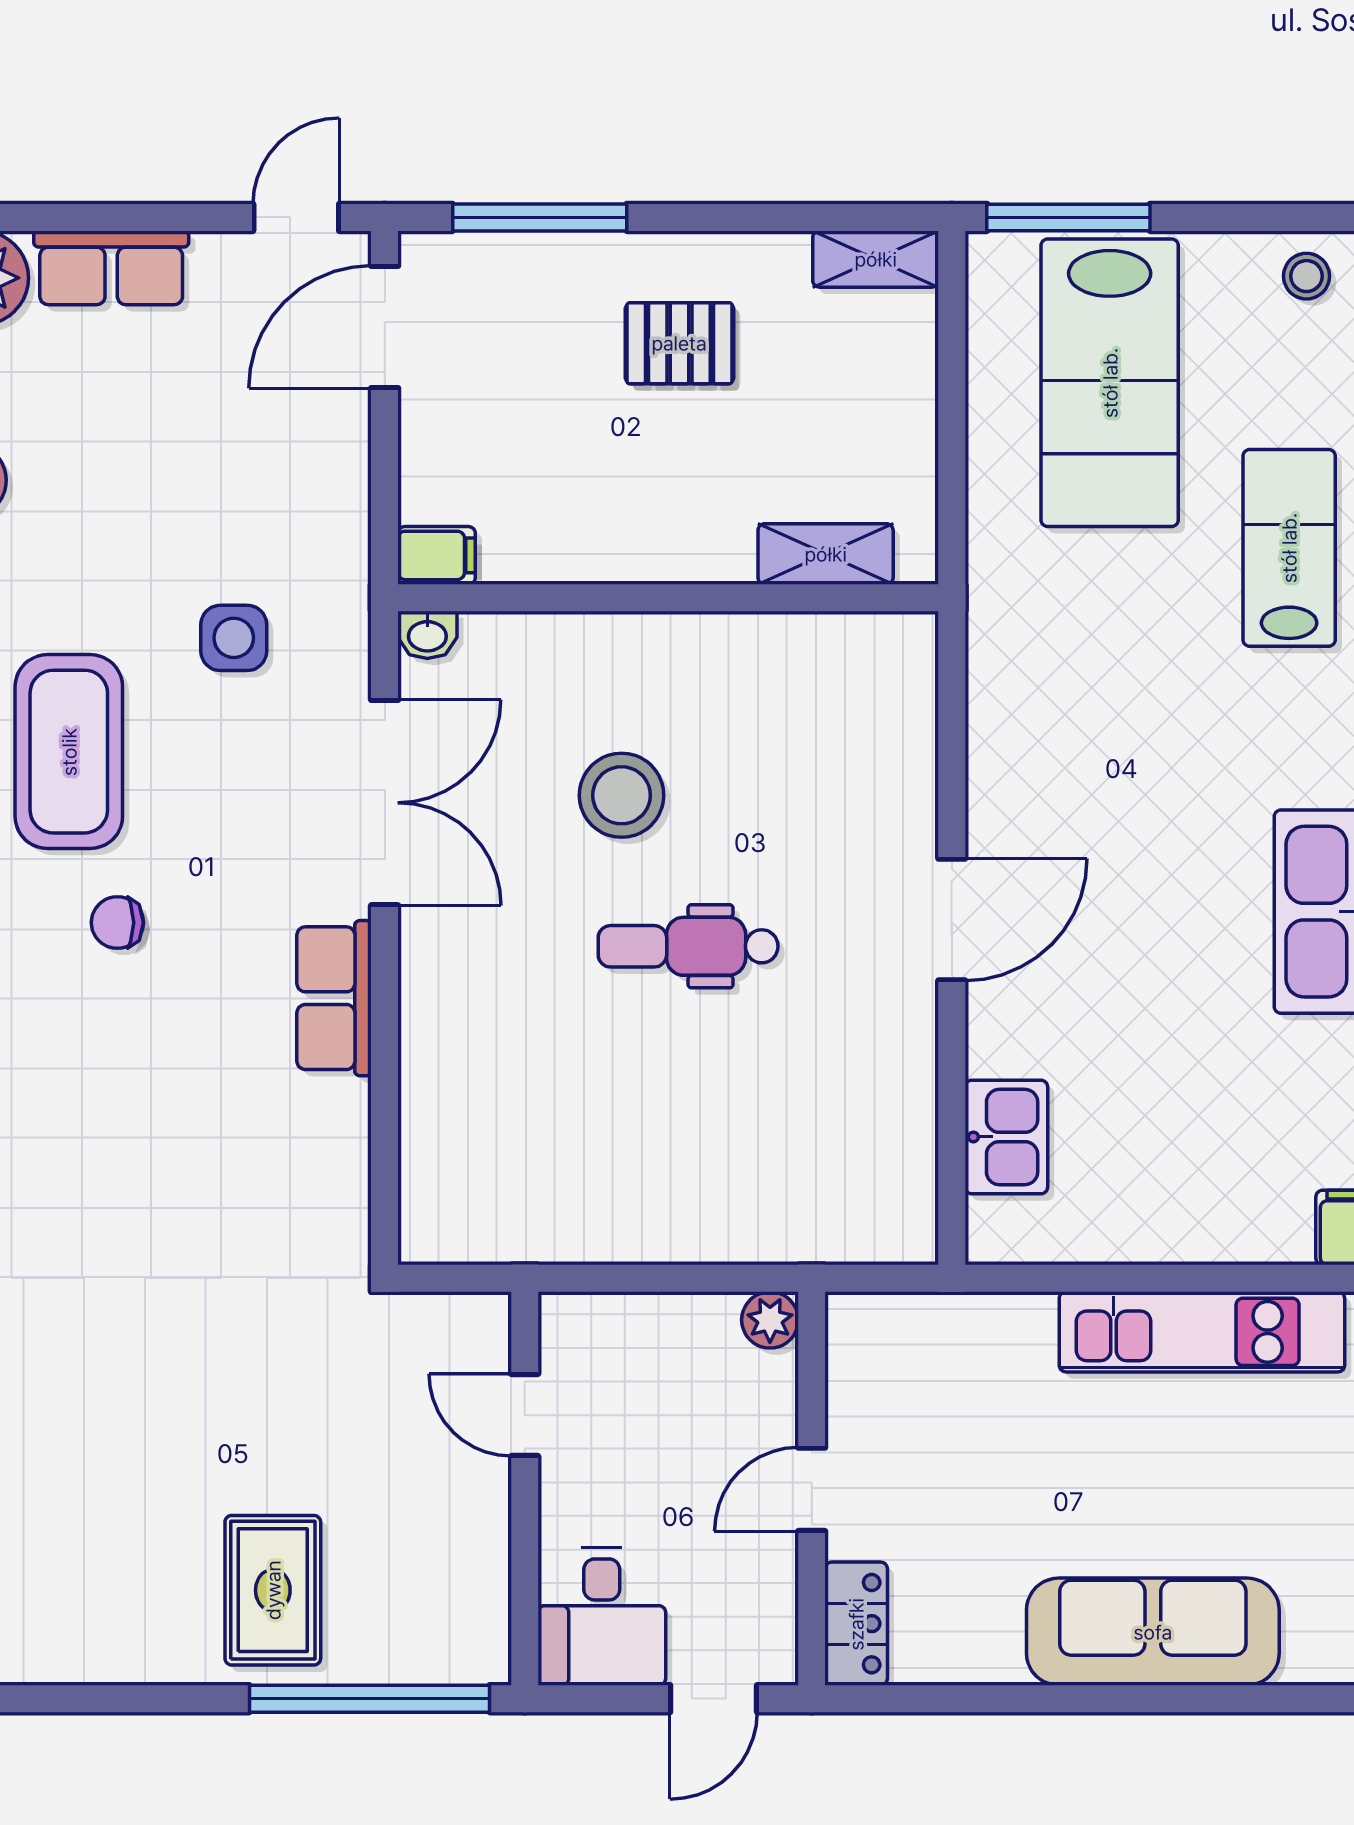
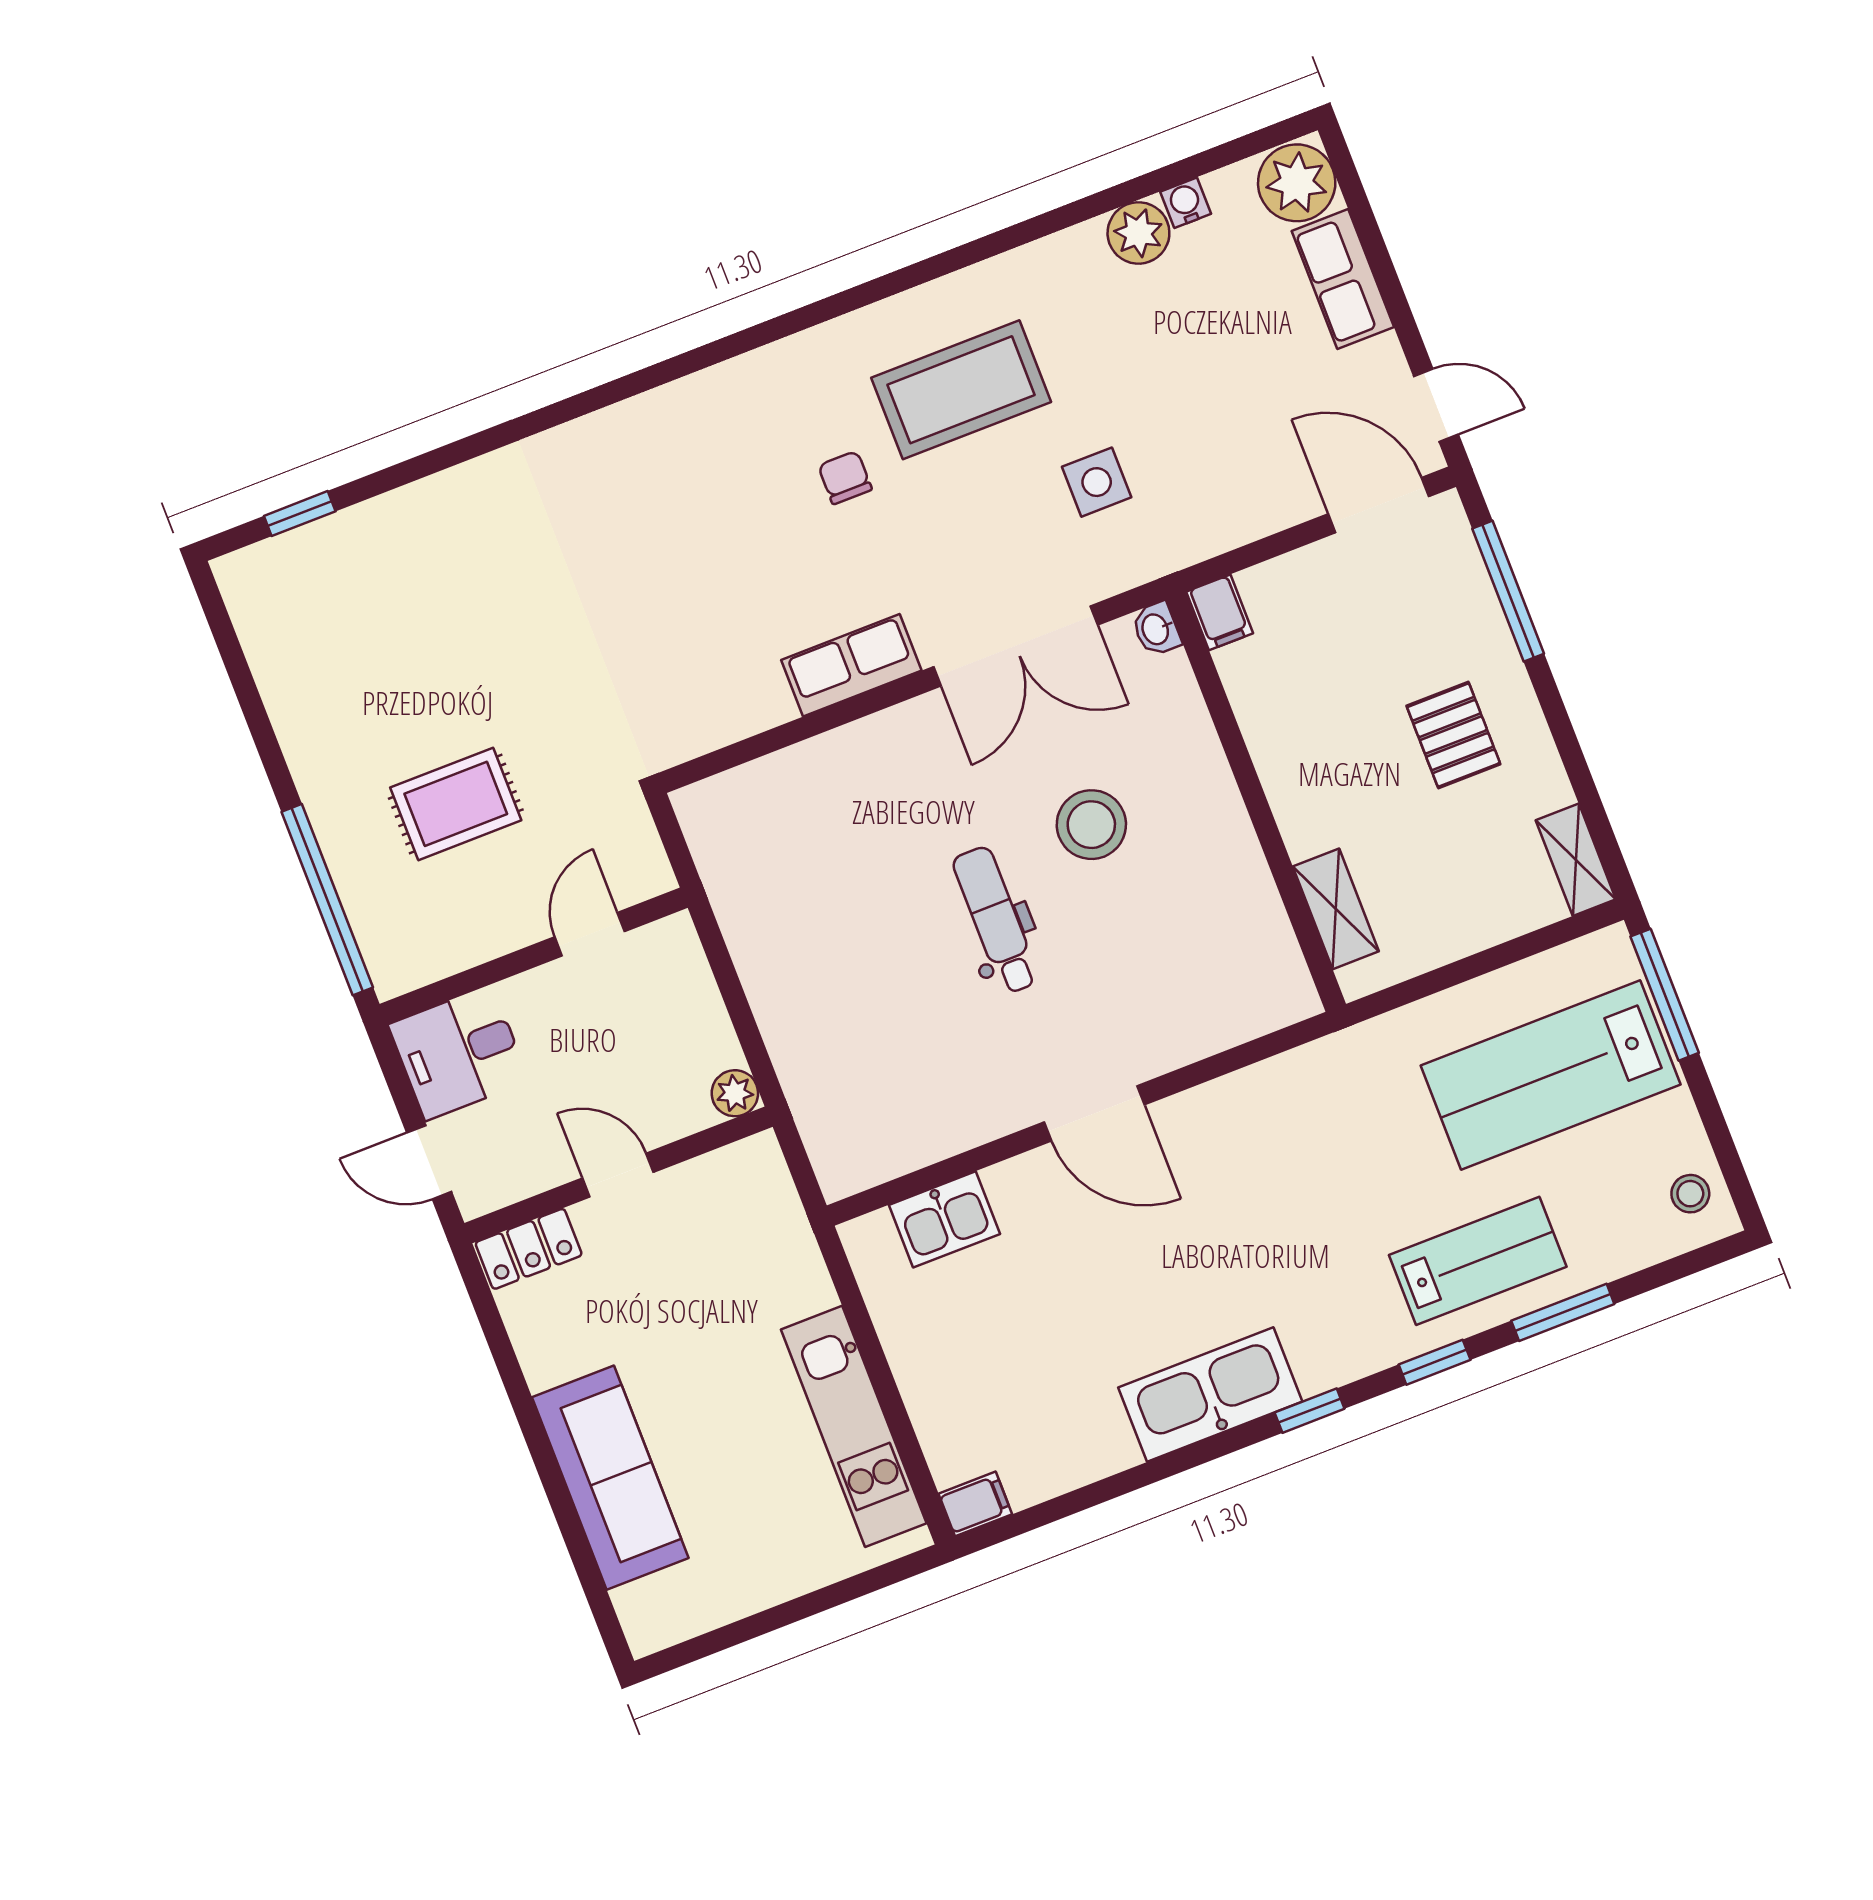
rug: (273, 1590) -> (456, 804), moved

